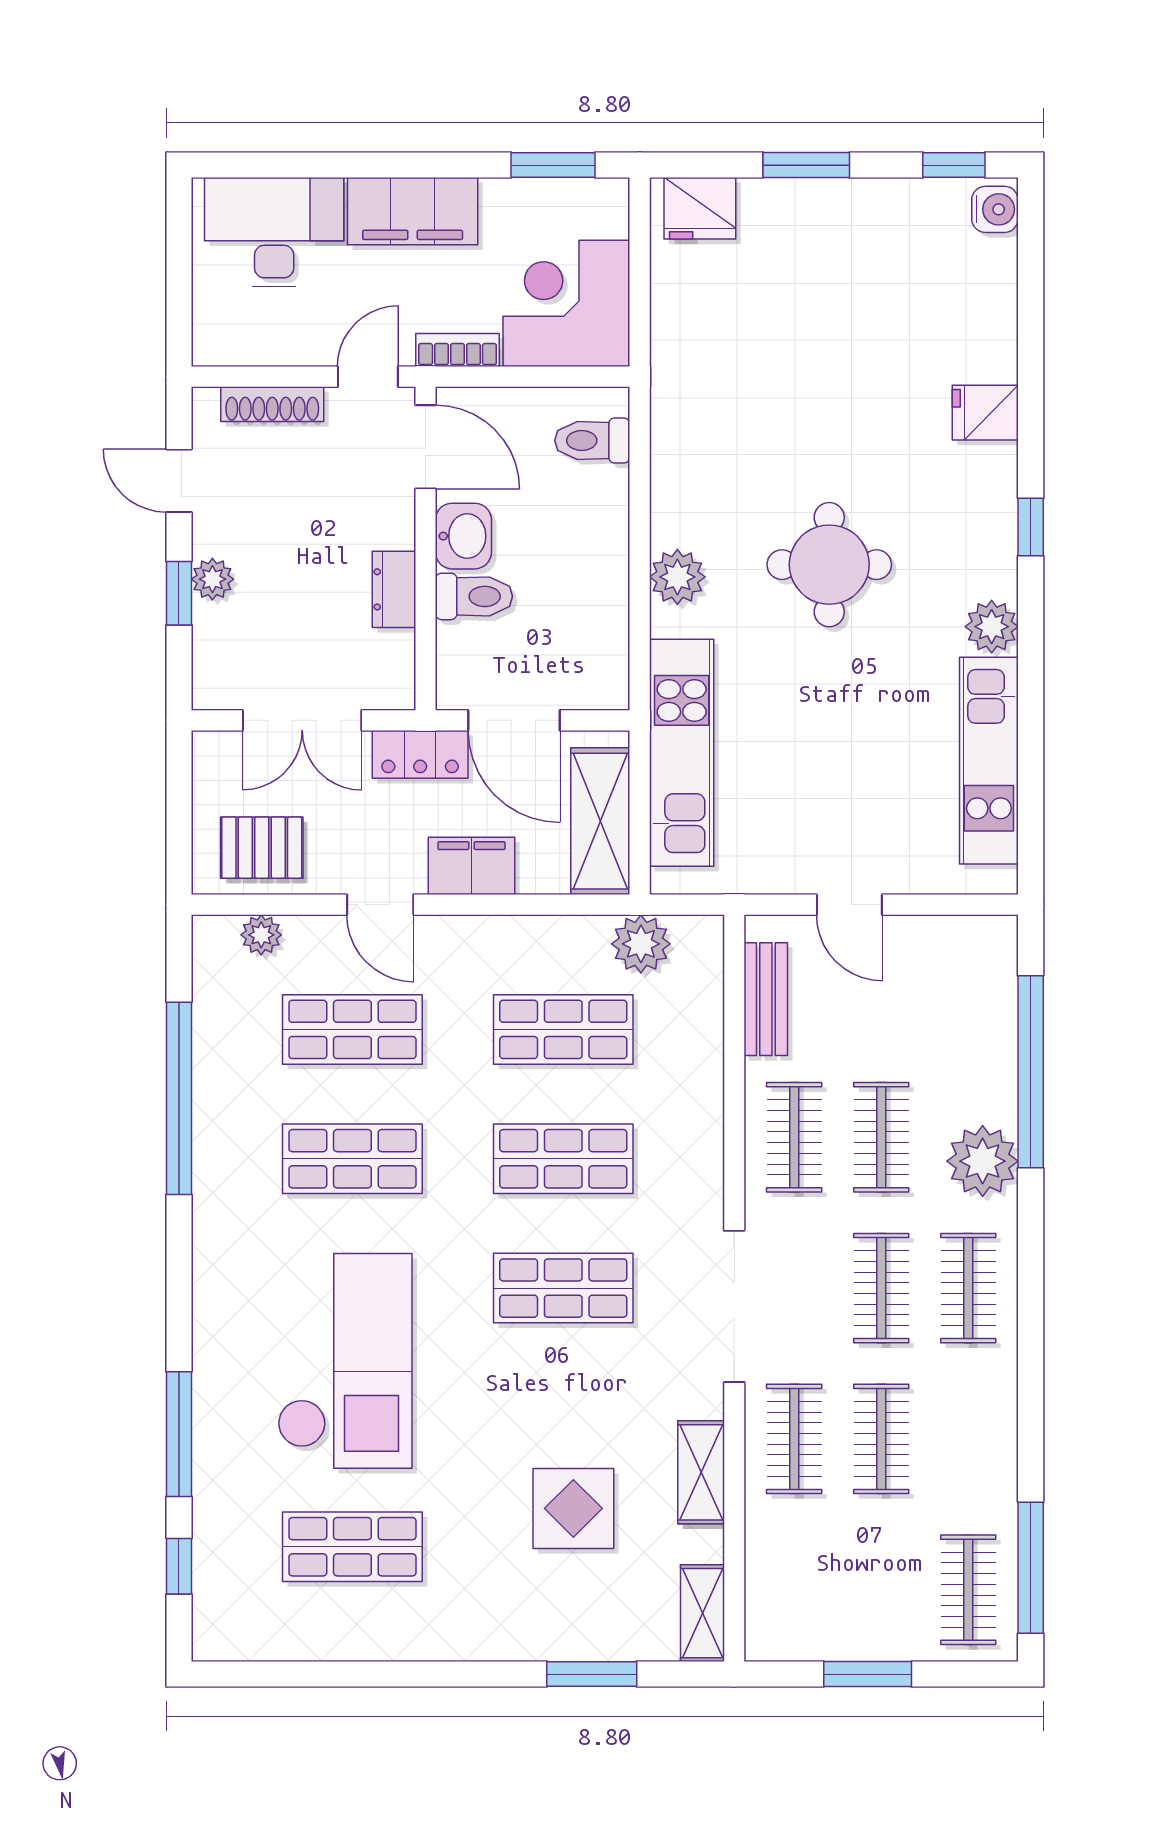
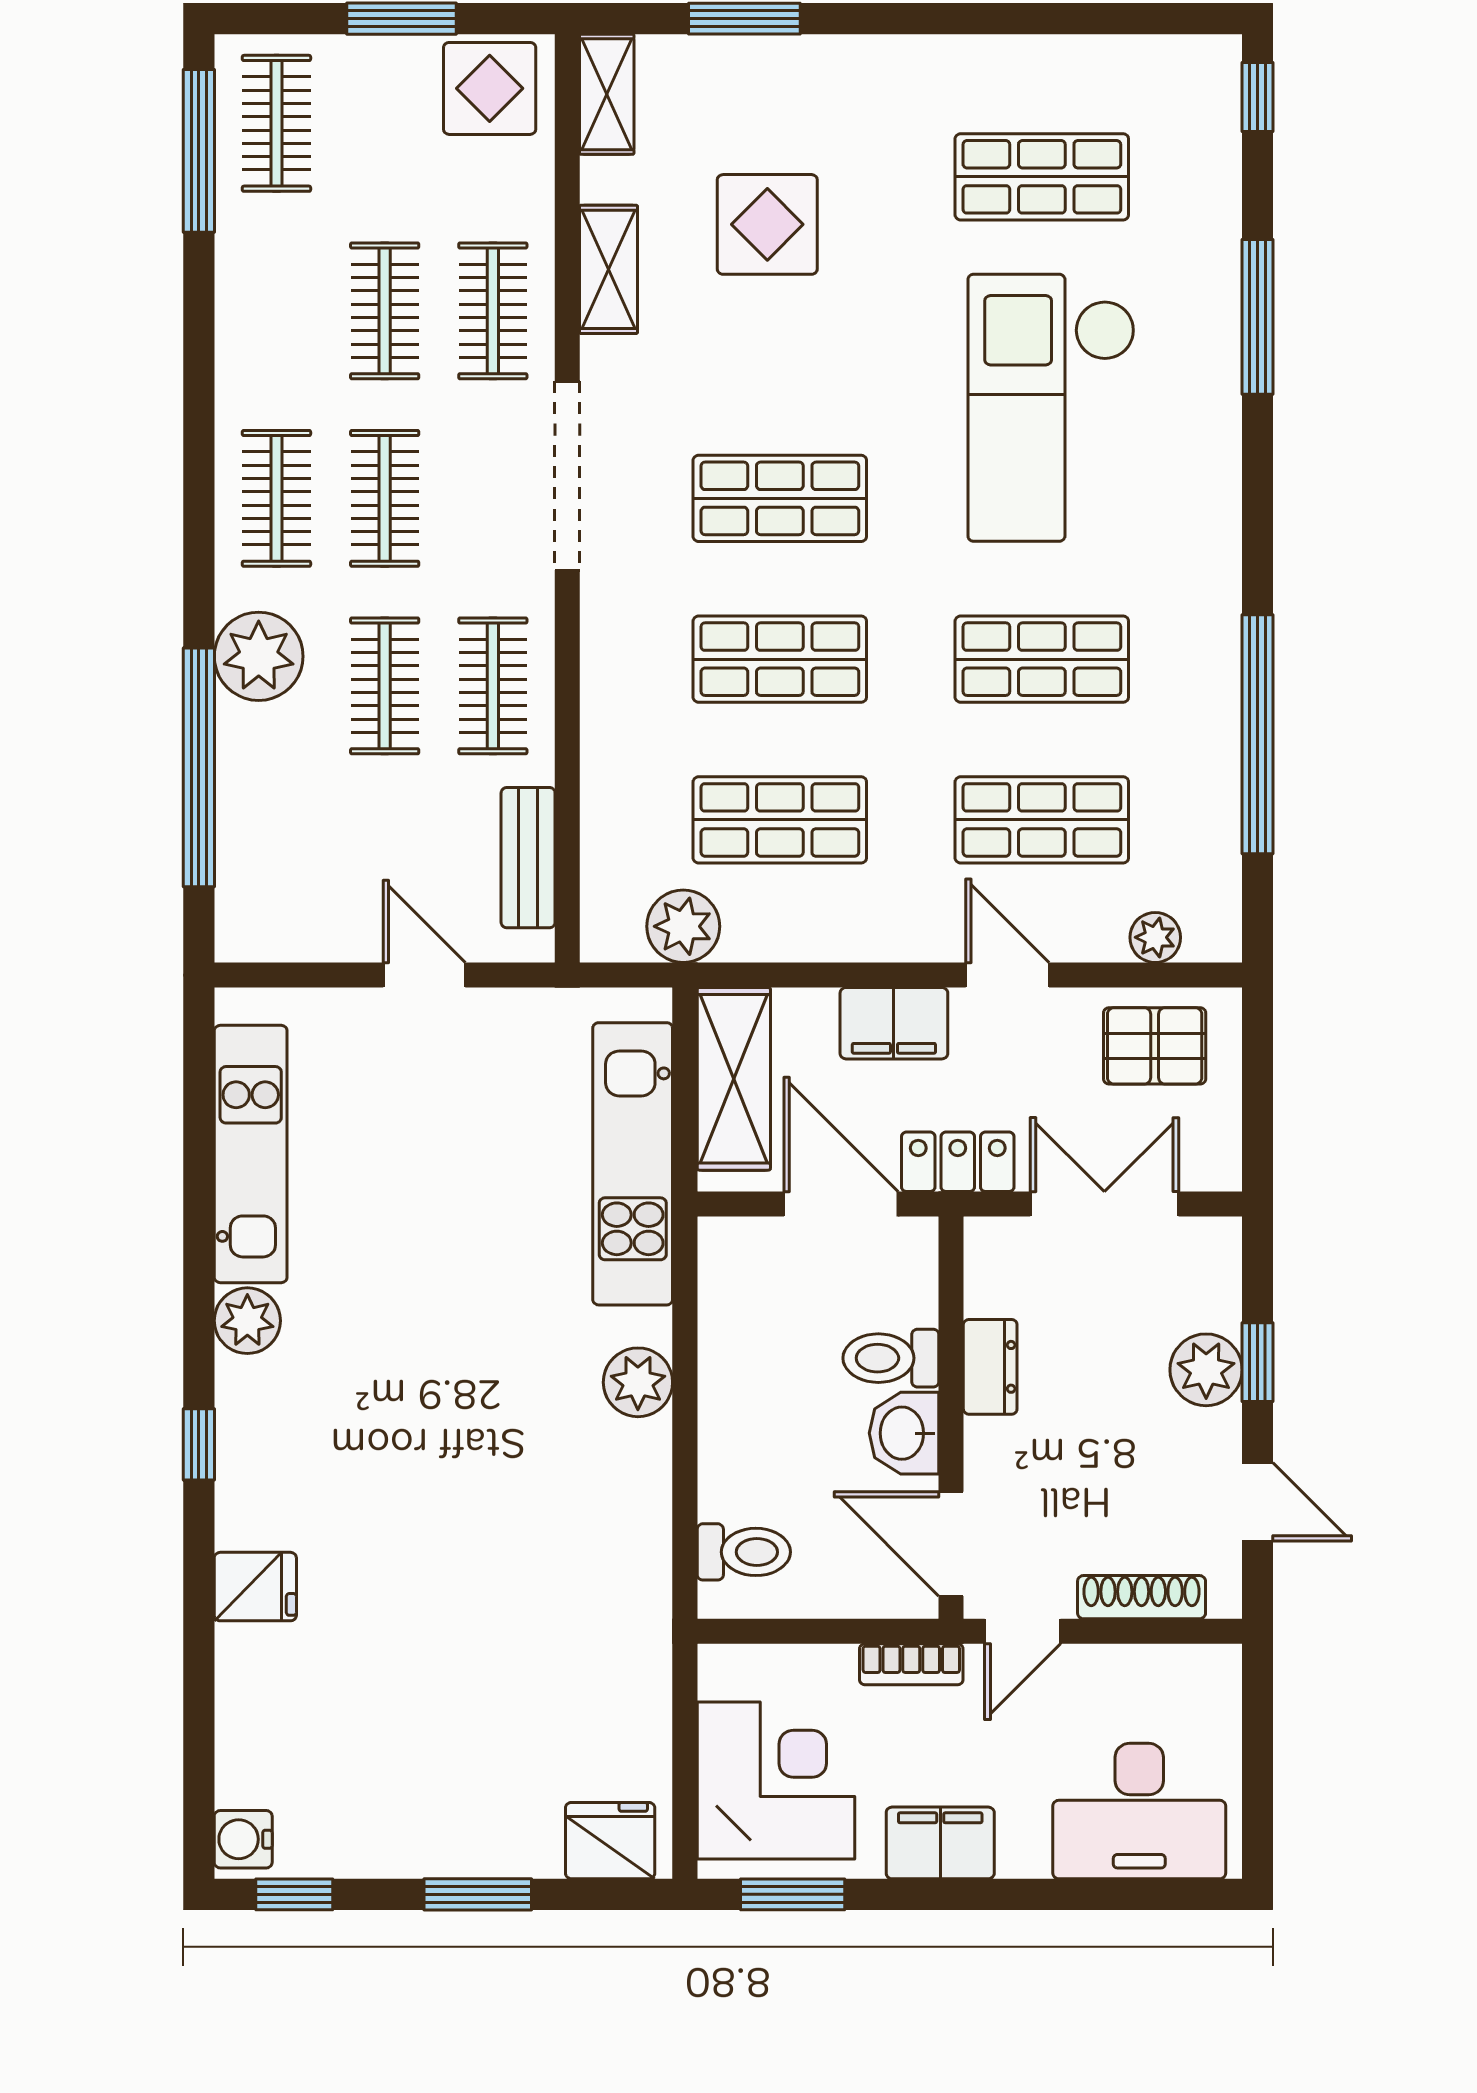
filing cabinet: (413, 211) -> (940, 1843), width x0.67, depth x0.86
corner desk: (566, 303) -> (776, 1781), moved, turned -90
round table: (829, 565) -> (449, 1398), removed
plant: (212, 579) -> (1206, 1370), width x1.38, depth x1.38
window: (179, 1566) -> (1258, 97), moved
display table: (797, 1618) -> (490, 88), added

